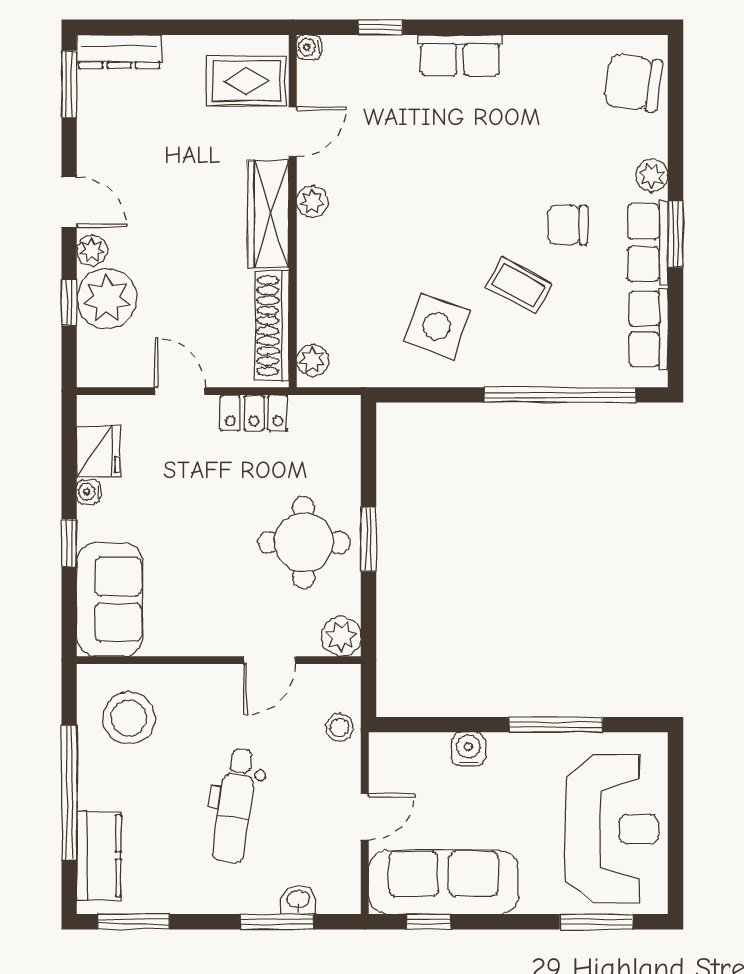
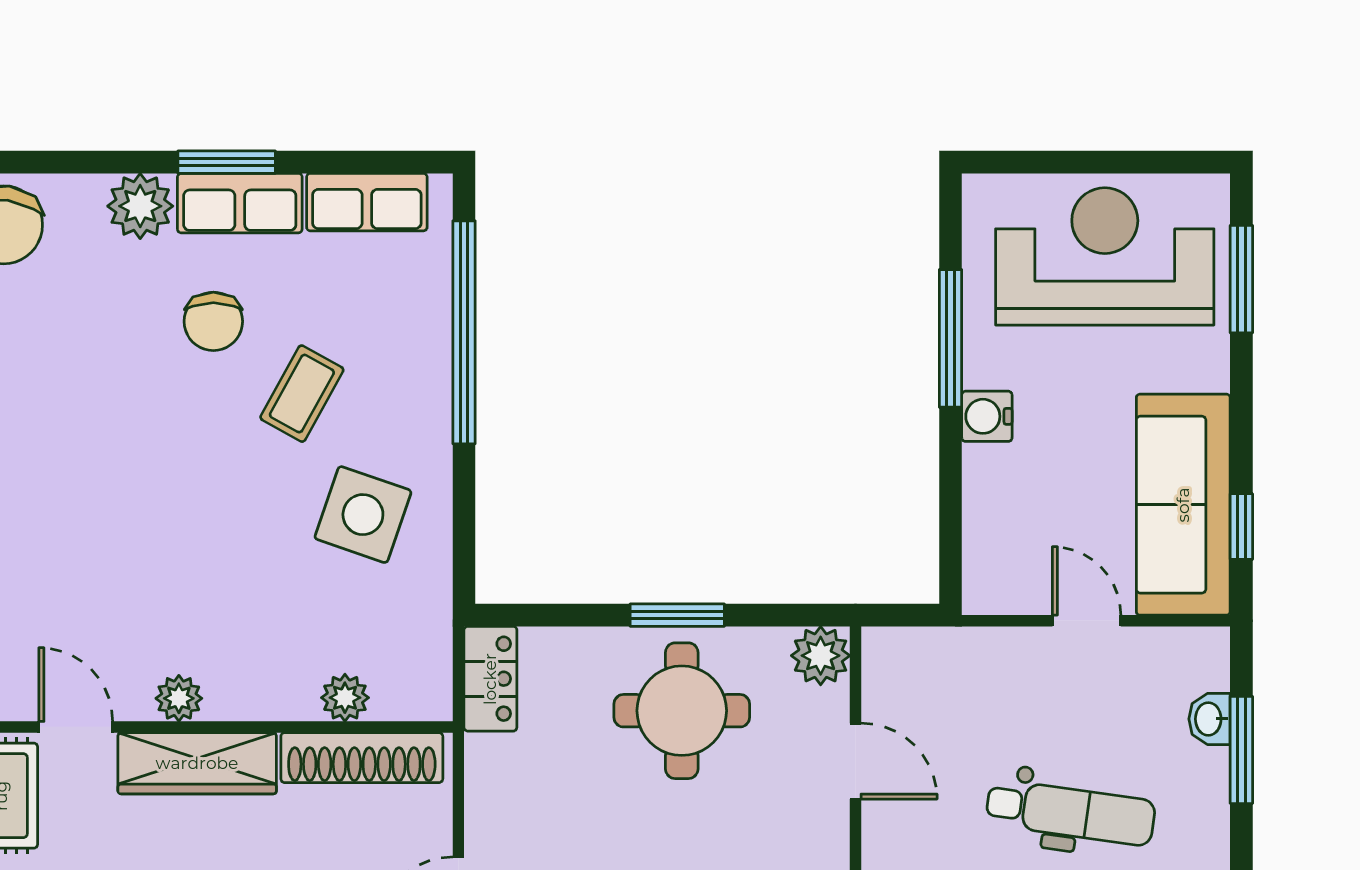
plant: (652, 175) -> (140, 206), width x1.38, depth x1.38
plant: (313, 360) -> (345, 698), moved
locker: (254, 413) -> (490, 679), moved
stool: (340, 727) -> (955, 658), removed
water cooler: (468, 749) -> (987, 416), moved

